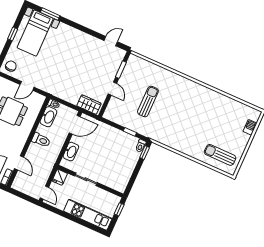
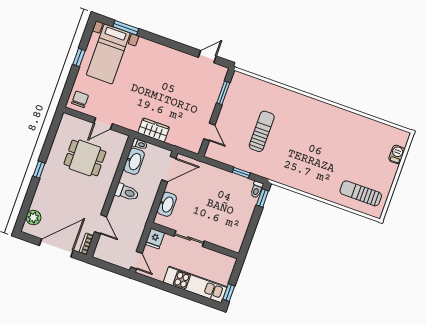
door: (112, 89) -> (209, 132), moved
wardrobe: (89, 105) -> (154, 130), moved
window: (119, 209) -> (229, 293), moved

